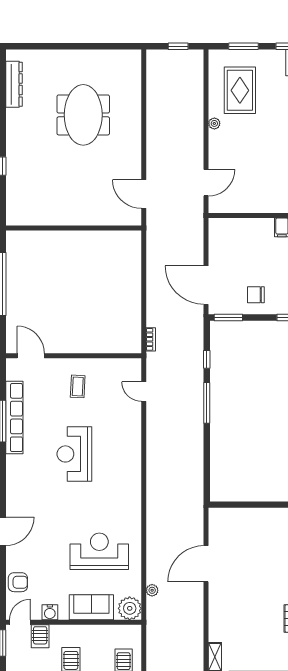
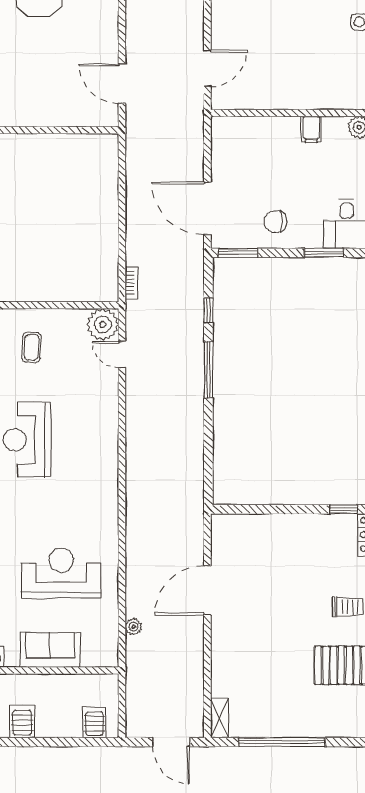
plant: (130, 608) -> (103, 324), moved

